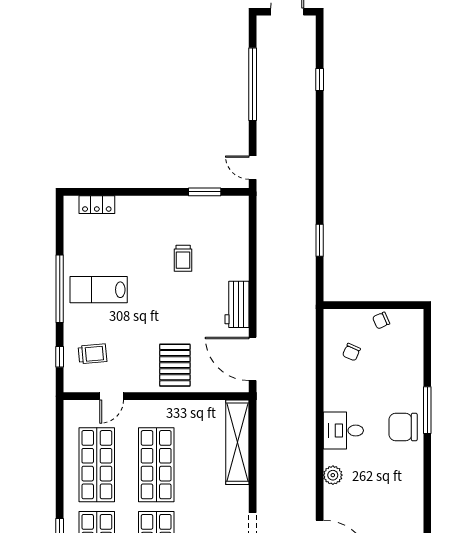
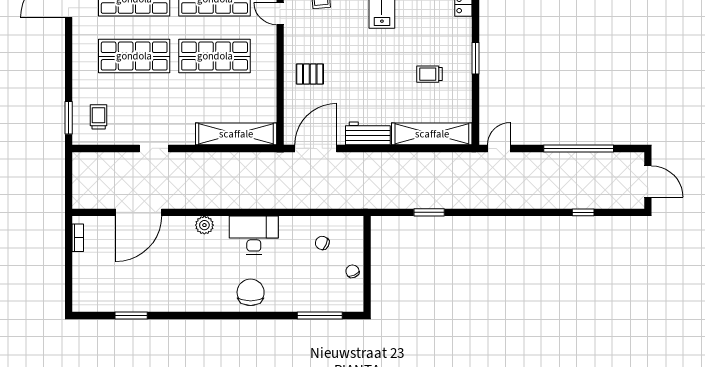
window: (205, 192) -> (476, 58), moved
shelving: (238, 238) -> (432, 134), added
trolley: (183, 258) -> (430, 74), moved
pallet: (175, 365) -> (310, 74), width x0.67, depth x0.71
window: (427, 410) -> (320, 316), moved
desk: (343, 431) -> (254, 235), width x1.37

